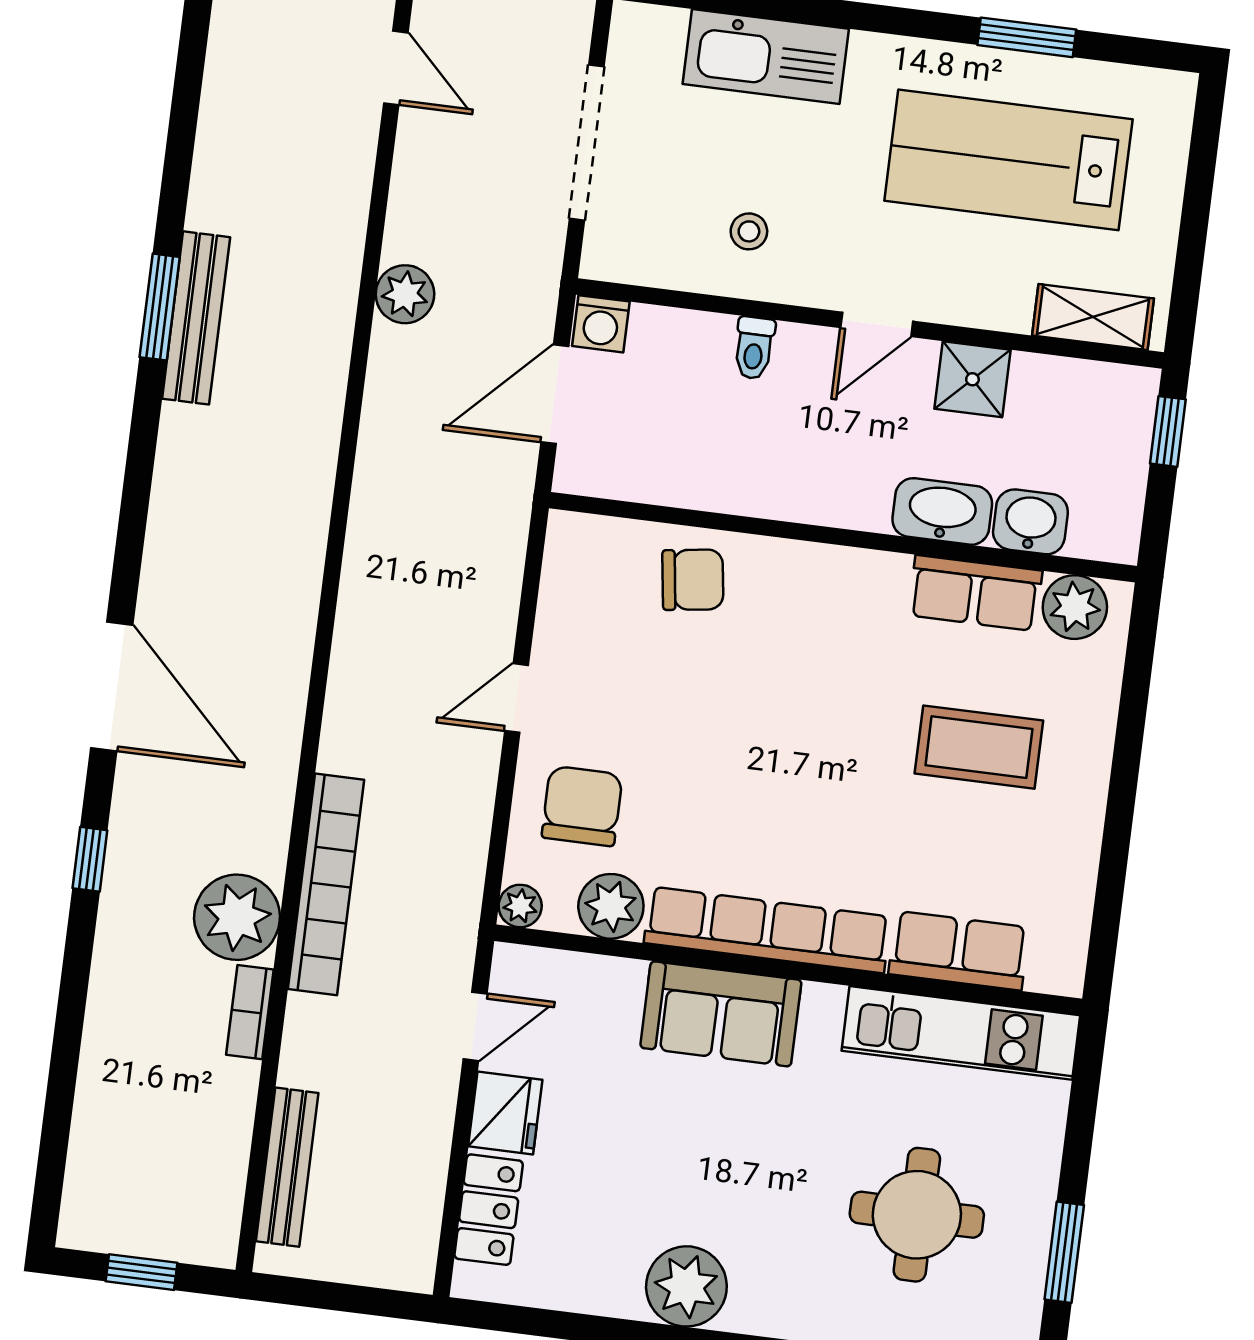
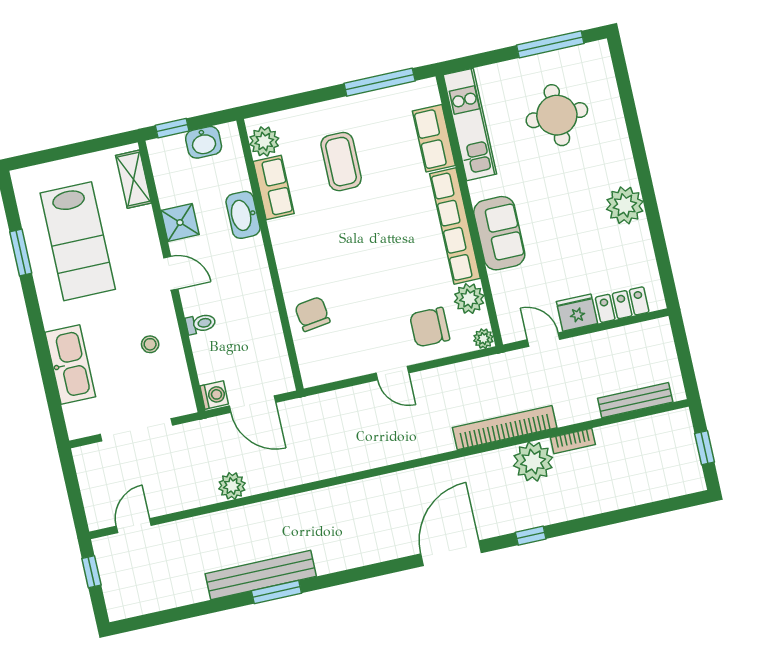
bench: (196, 318) -> (261, 575), width x1.37, depth x1.21
washbasin: (1030, 522) -> (204, 142), moved, turned -90
window: (1111, 882) -> (380, 82), added
window: (1064, 1252) -> (550, 44), width x1.44

